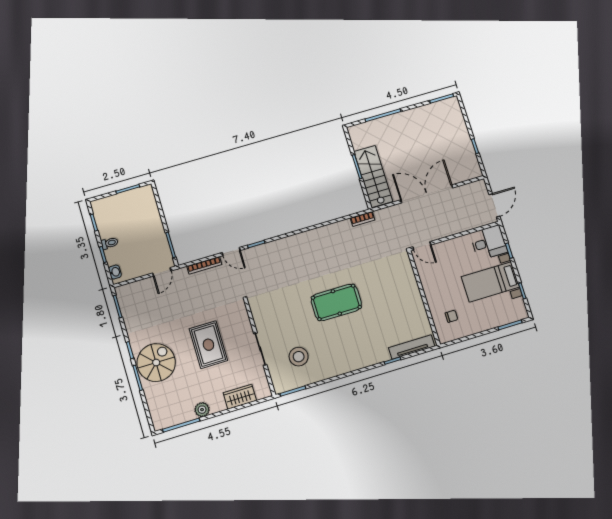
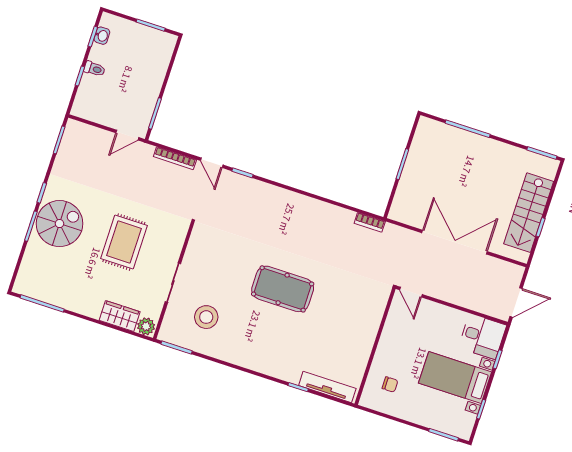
stairs: (373, 176) -> (529, 213), moved, turned 180
washbasin: (115, 272) -> (102, 36), moved
plant: (202, 410) -> (146, 326), moved

